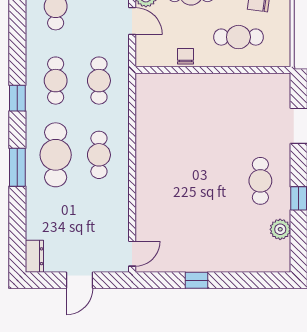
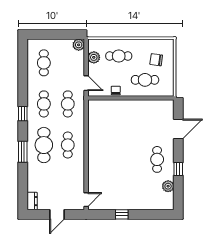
door: (132, 21) -> (86, 83), moved

